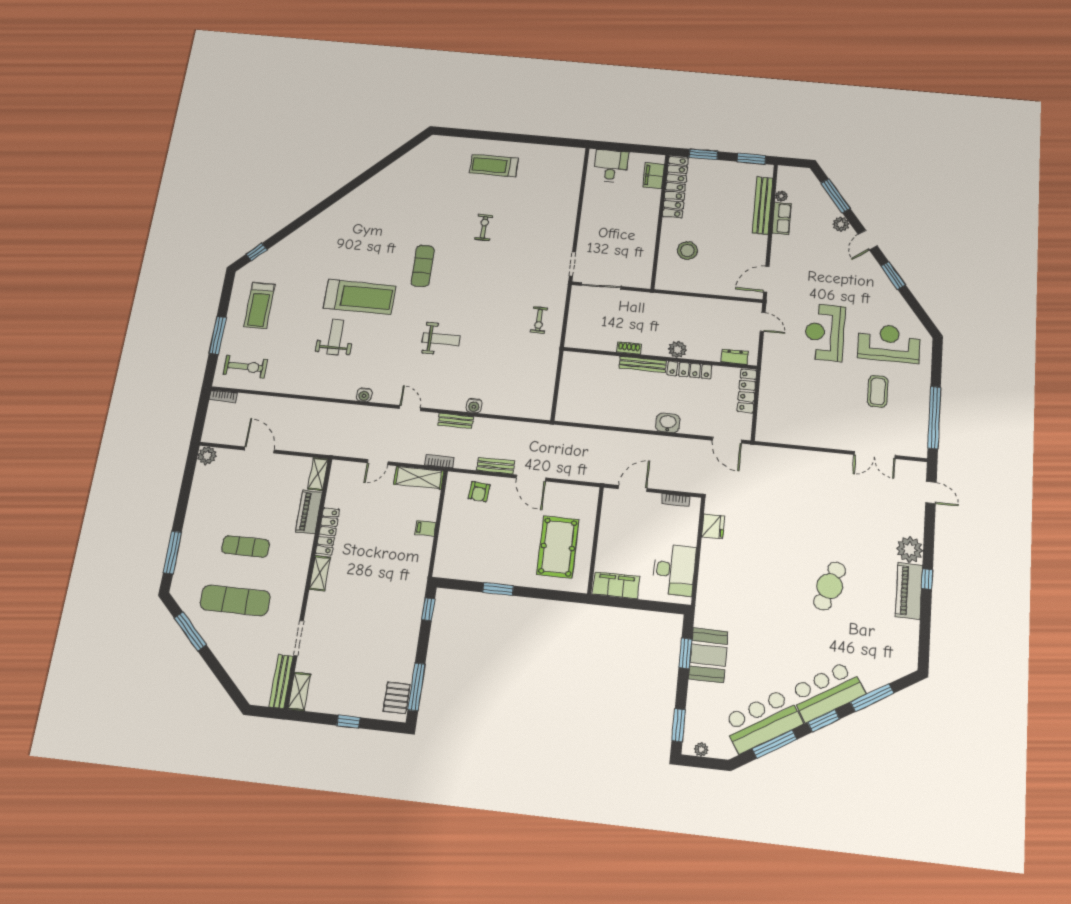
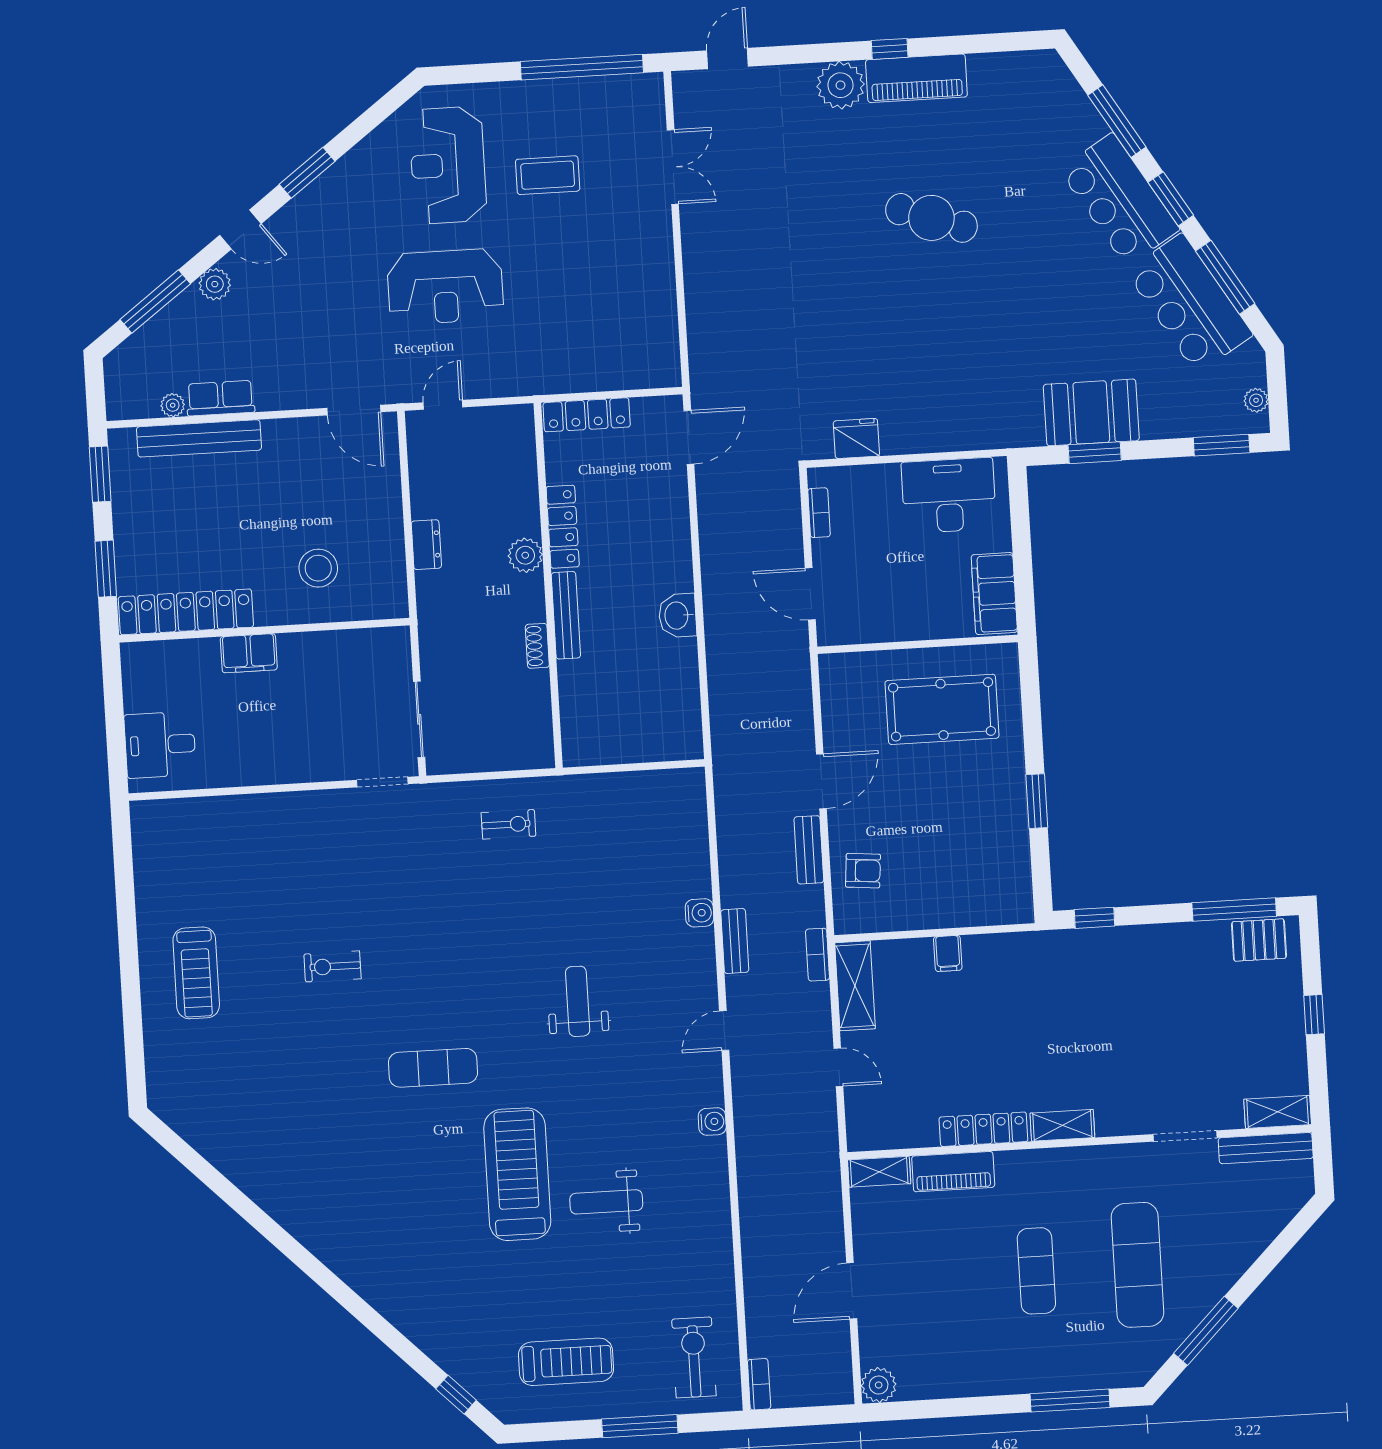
filing cabinet: (654, 176) -> (249, 653), moved
dresser: (735, 357) -> (426, 545), moved, turned 180
washbasin: (668, 423) -> (677, 615), moved

